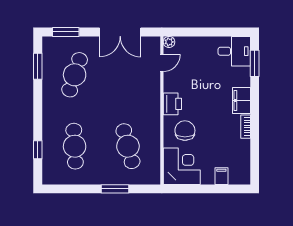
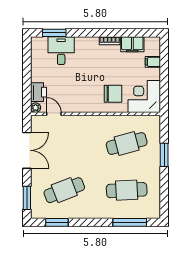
desk: (234, 51) -> (61, 51), moved
cafe table: (75, 75) -> (64, 190), turned -39
filing cabinet: (242, 101) -> (132, 44), moved
printer: (172, 104) -> (39, 92), moved, turned 90
chair: (185, 131) -> (113, 94), turned 180
window: (38, 150) -> (130, 222), width x2.17

